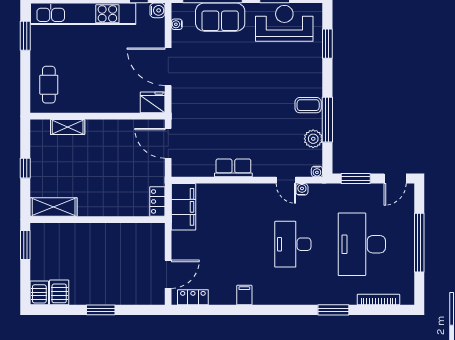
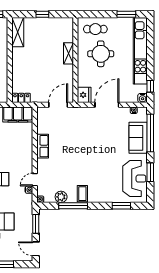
round table: (88, 76) -> (101, 54), added
shelving: (68, 127) -> (68, 53), moved

